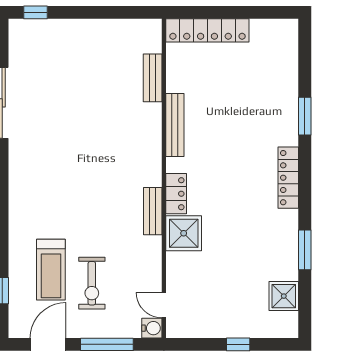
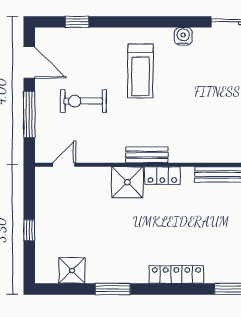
treadmill: (51, 270) -> (140, 71), moved, turned -90
water cooler: (152, 328) -> (183, 36), moved, turned 180

